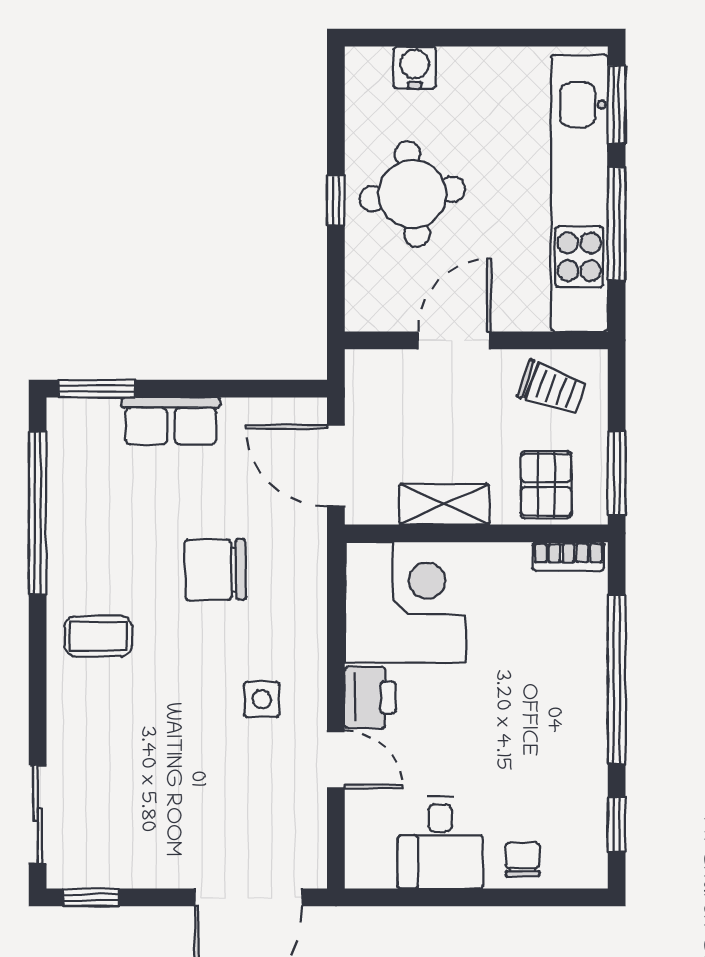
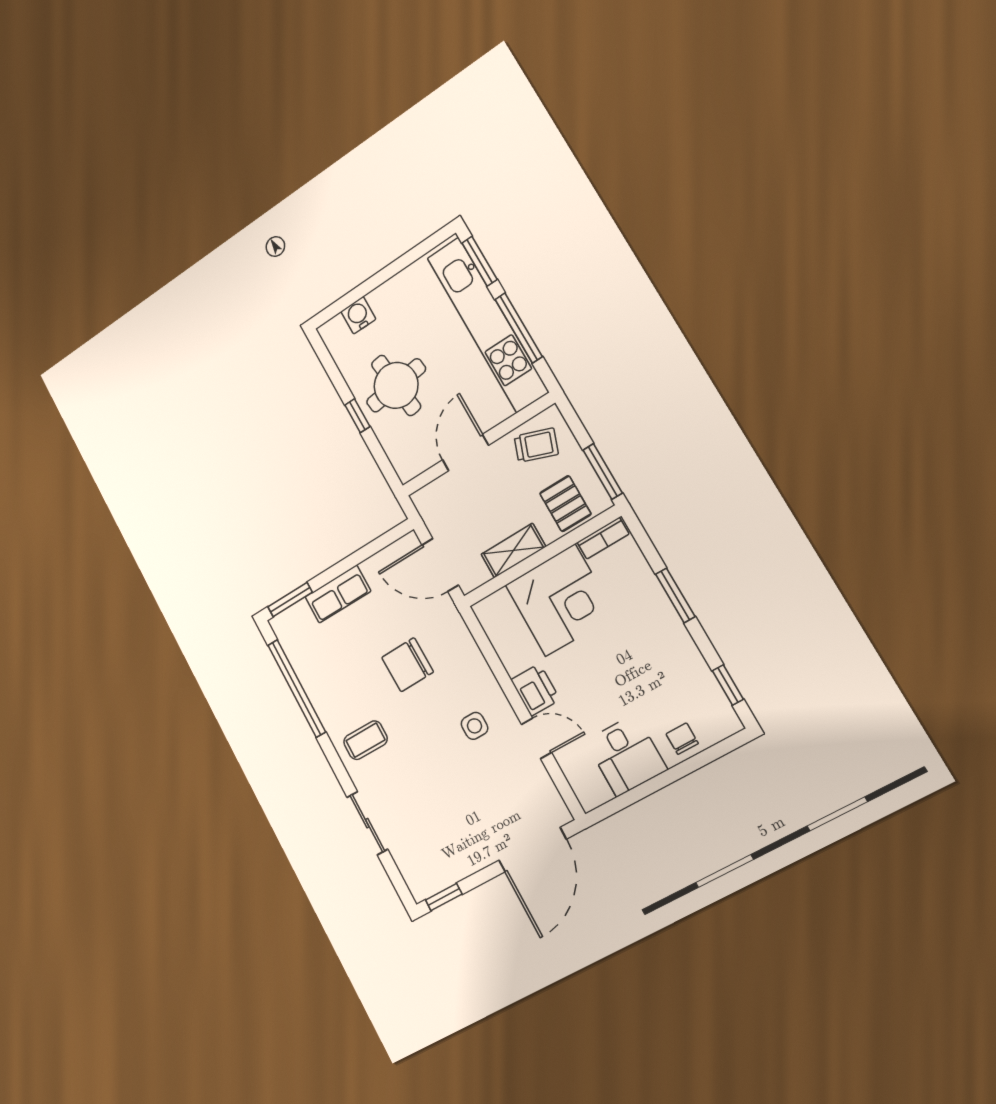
corner desk: (405, 603) -> (560, 600), moved, turned 90
window: (617, 679) -> (675, 595), width x0.47
sliding door: (38, 815) -> (367, 823), moved

